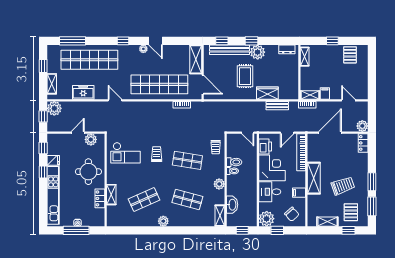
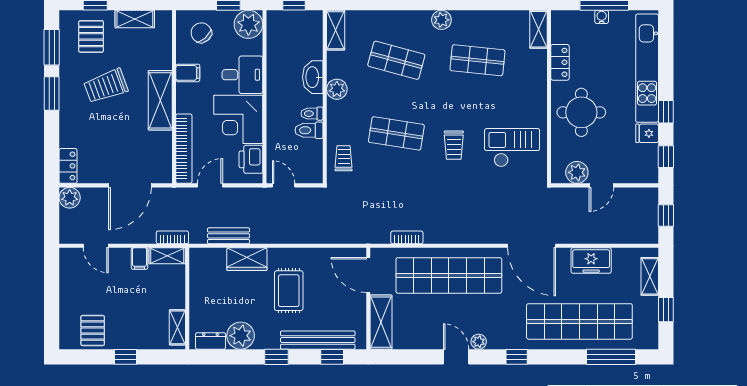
plant: (258, 52) -> (241, 336), moved
door: (115, 100) -> (532, 246), width x1.88
plant: (54, 108) -> (645, 231), removed
shelving: (111, 195) -> (539, 29), moved
shop shelf: (144, 200) -> (477, 60), turned 30
washbasin: (232, 205) -> (313, 77), moved

